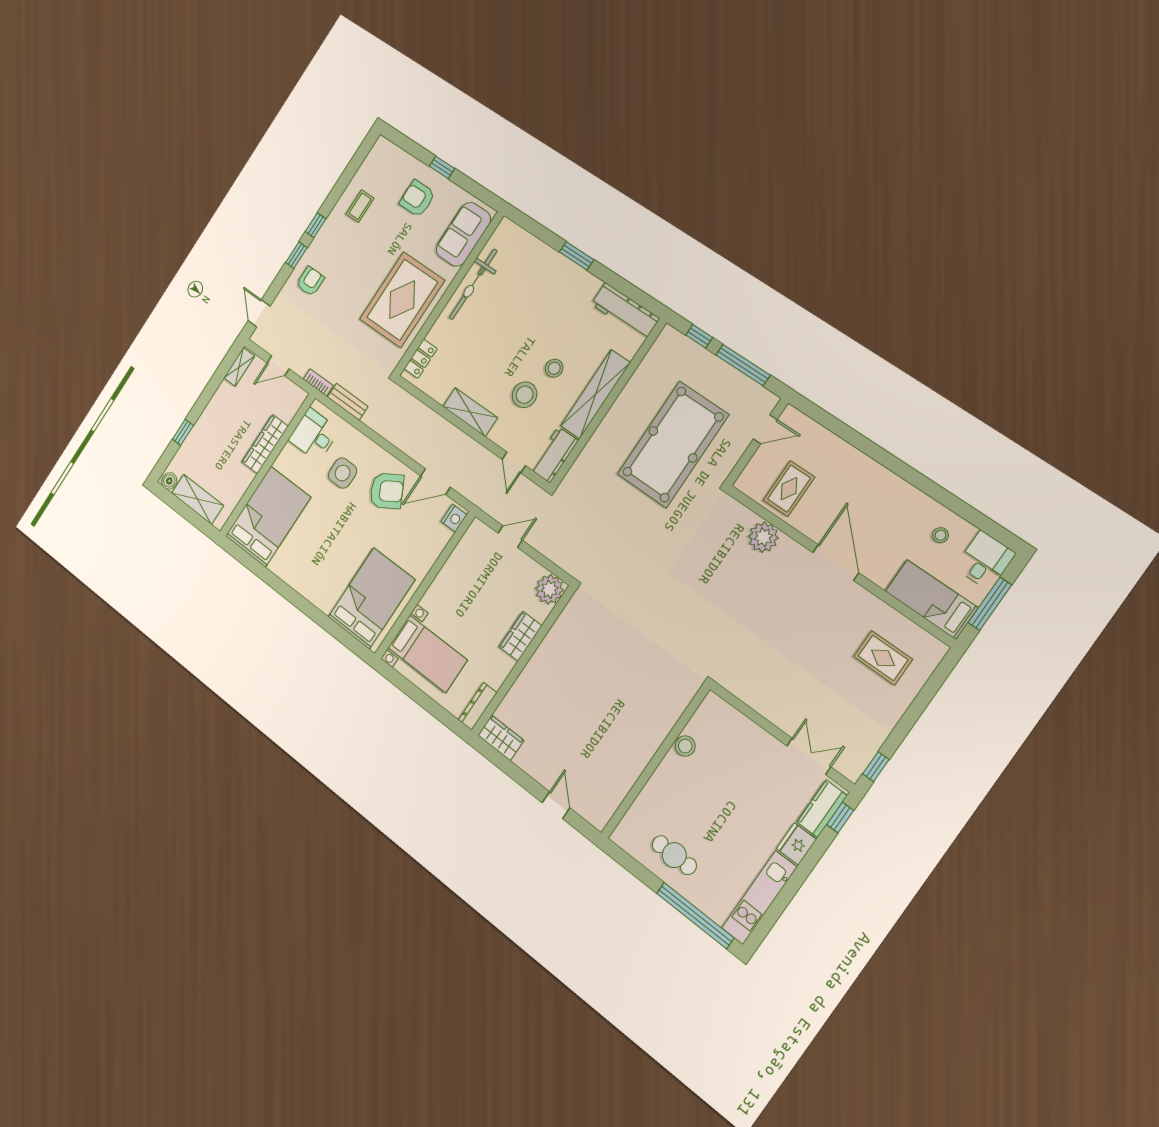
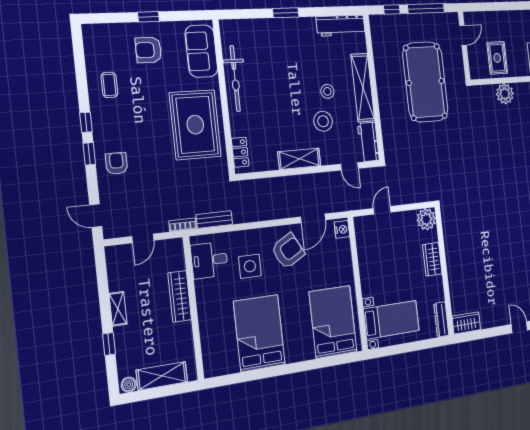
shelving: (239, 367) -> (118, 309), moved
bed: (268, 517) -> (259, 333), moved

